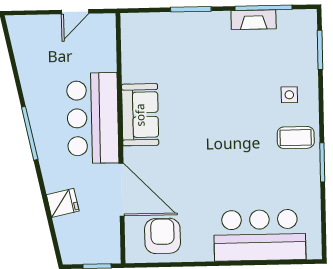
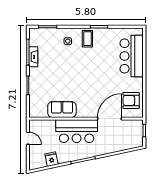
sofa: (140, 115) -> (62, 109), moved
fridge: (63, 203) -> (51, 159), moved

